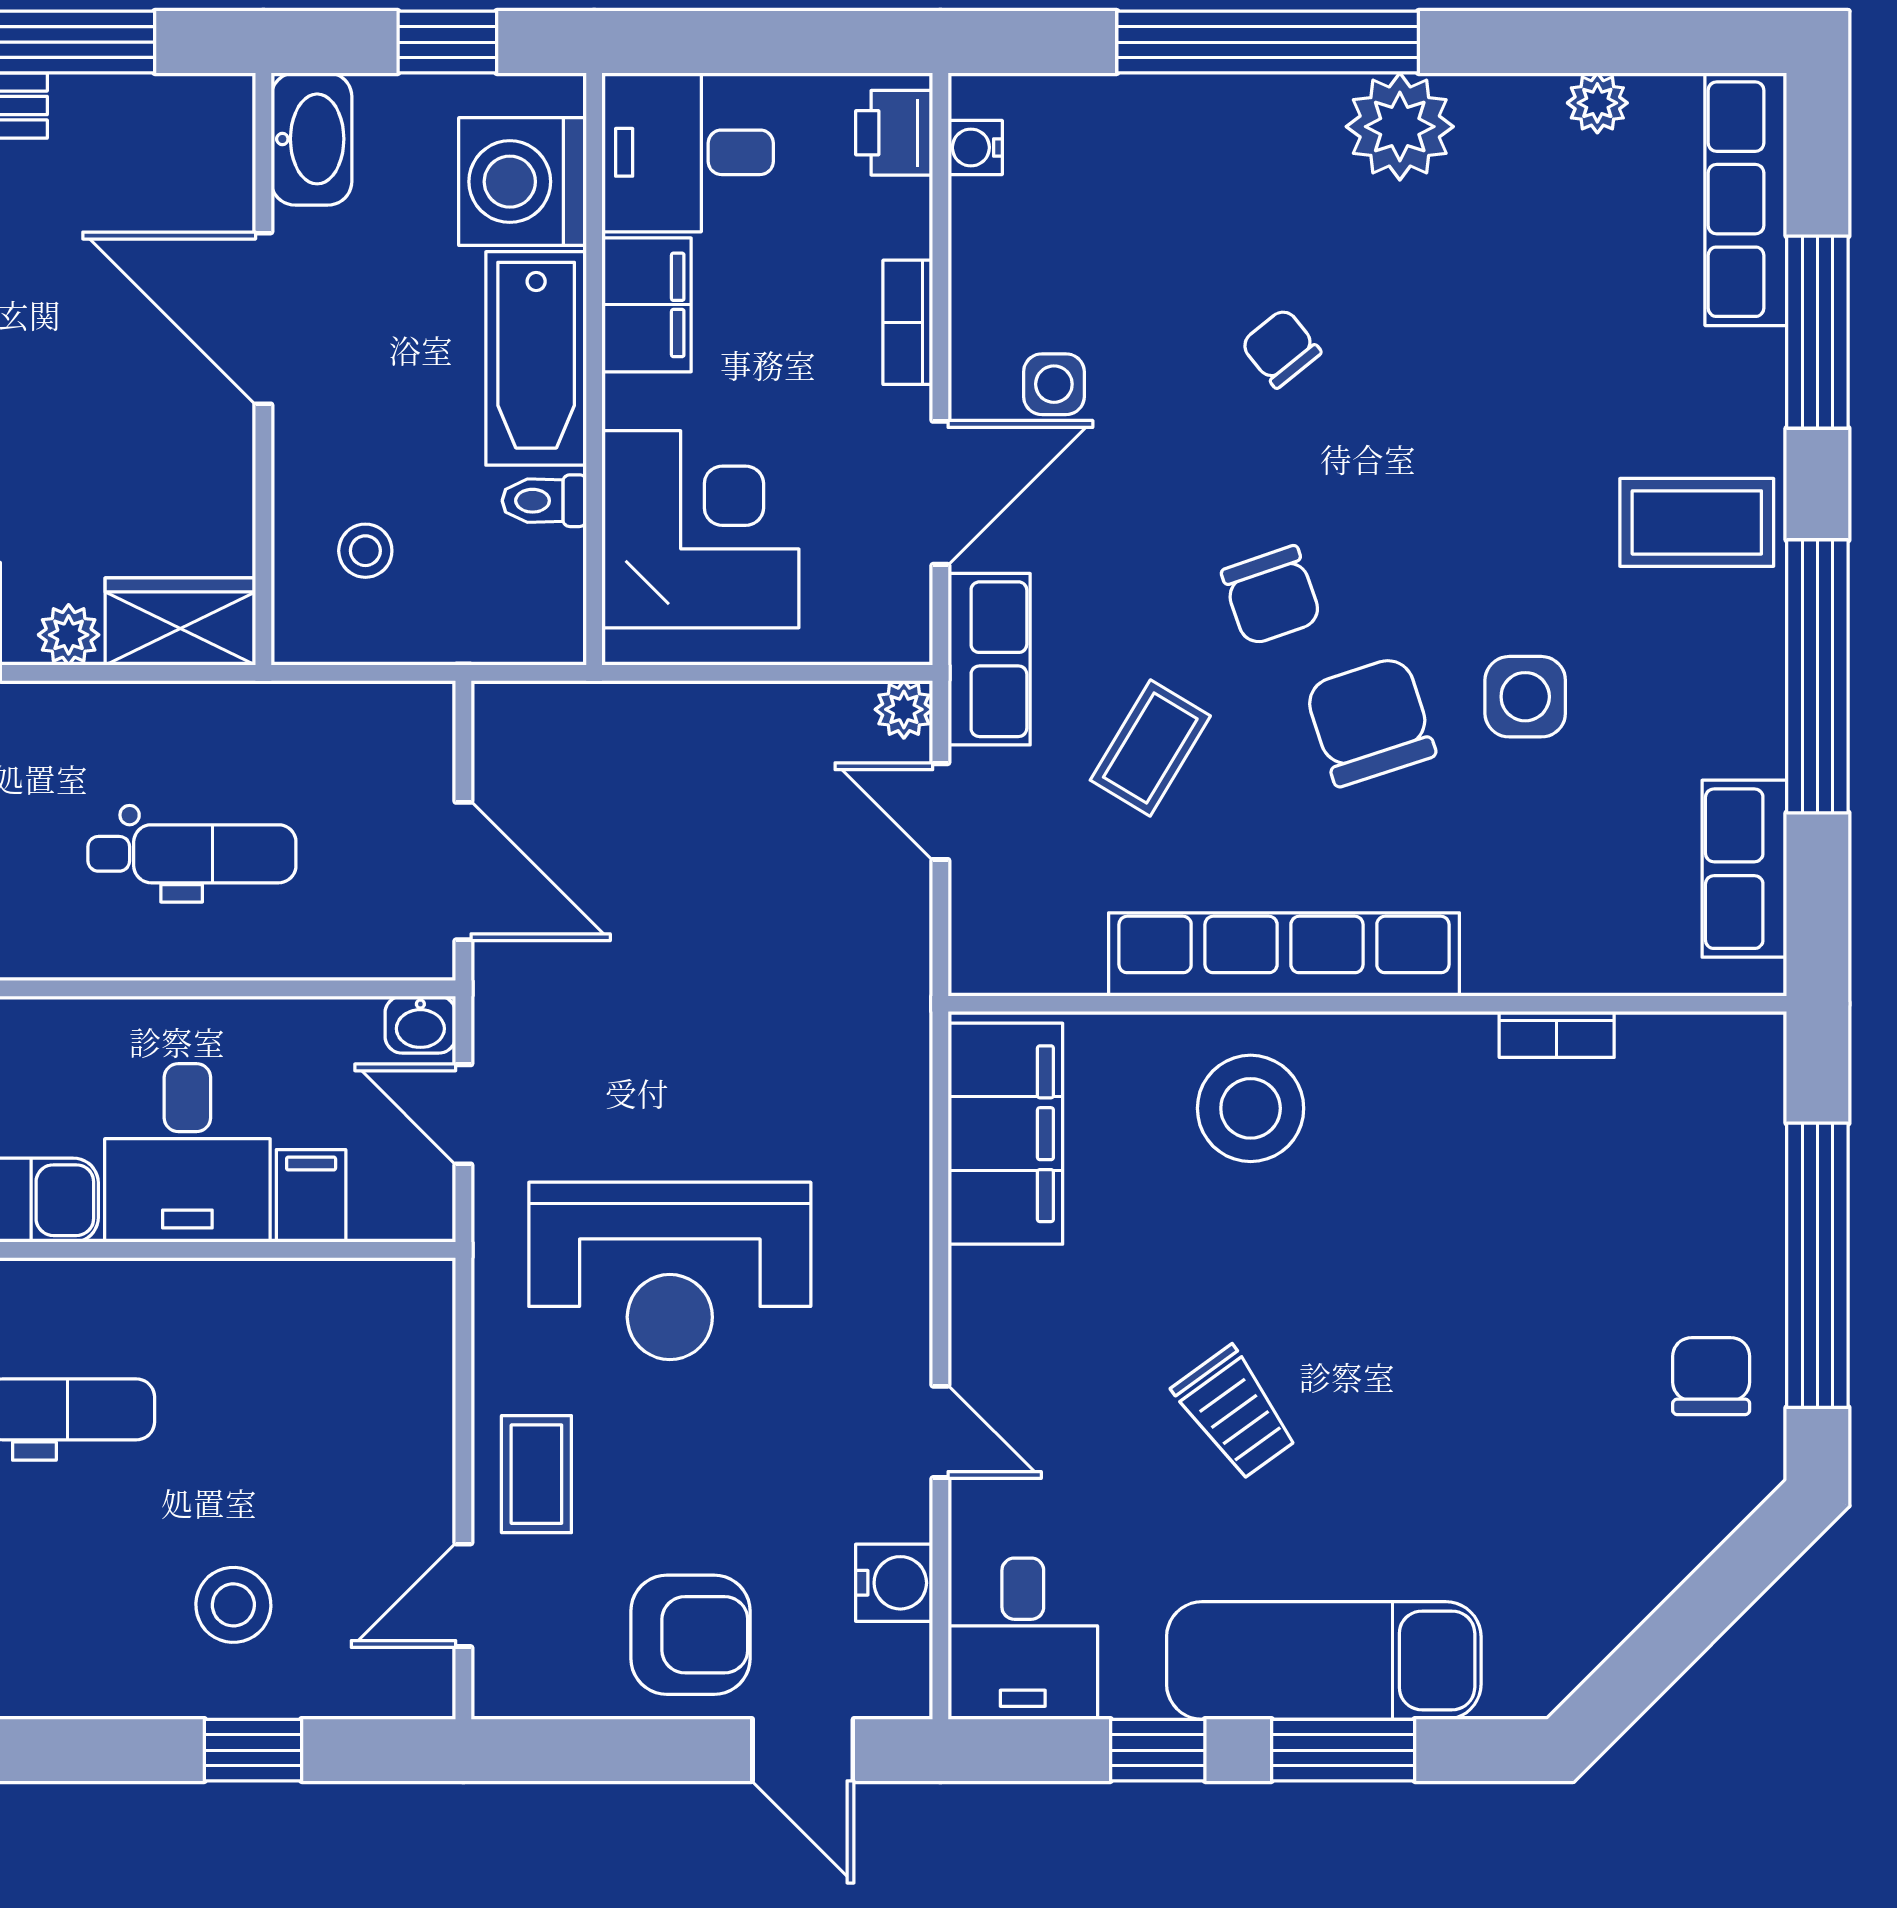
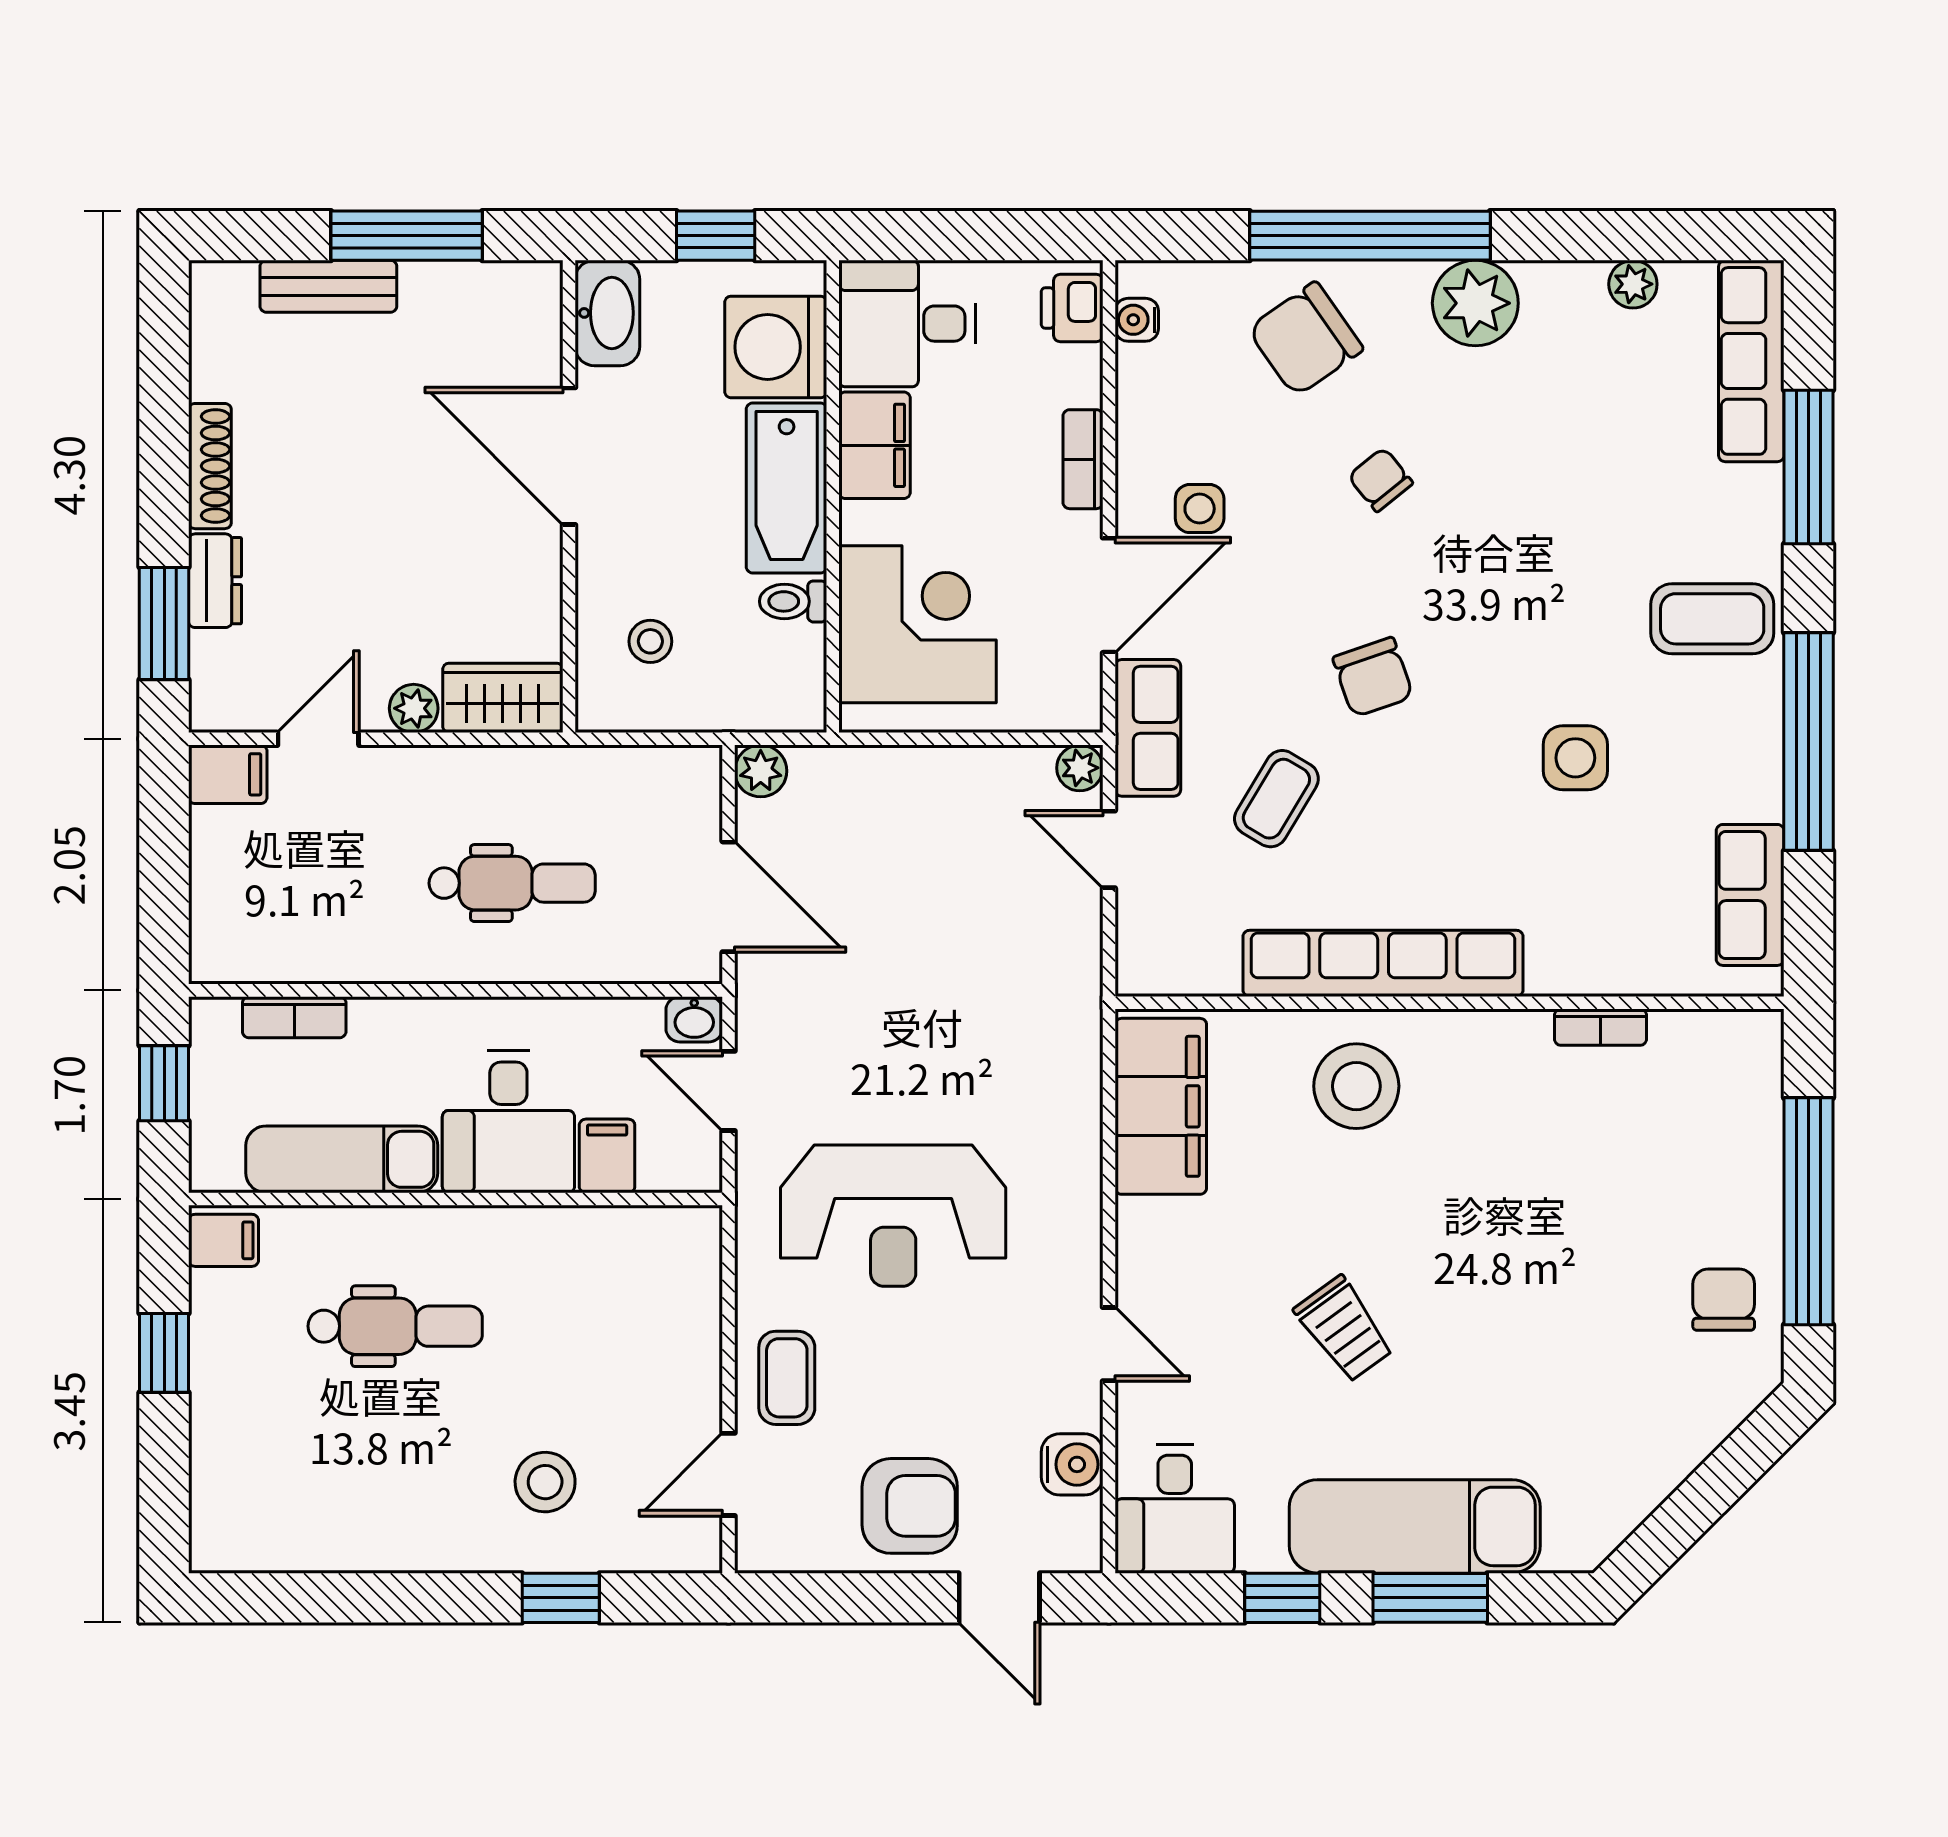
plant: (504, 713) -> (761, 771), added
chair: (1370, 721) -> (1305, 339), moved, turned -107

